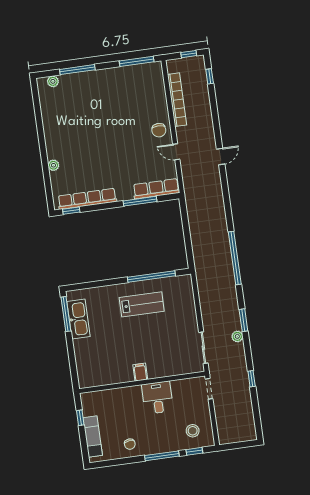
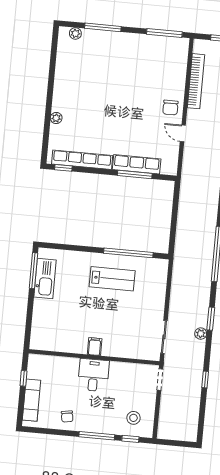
row of seats: (156, 189) -> (137, 164), moved
desk: (157, 398) -> (93, 375), moved

